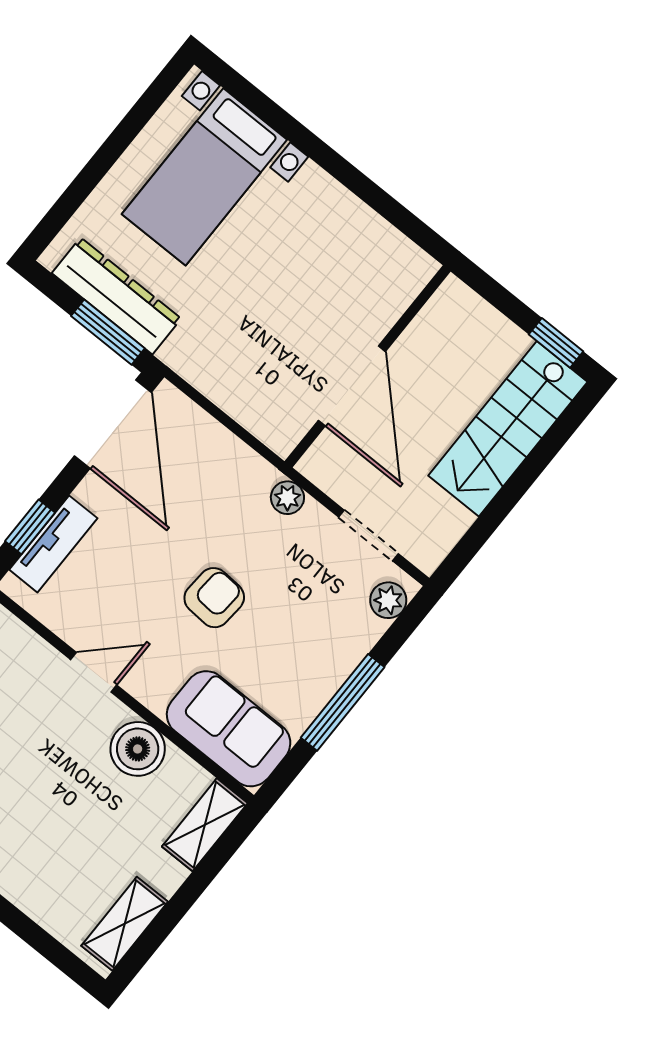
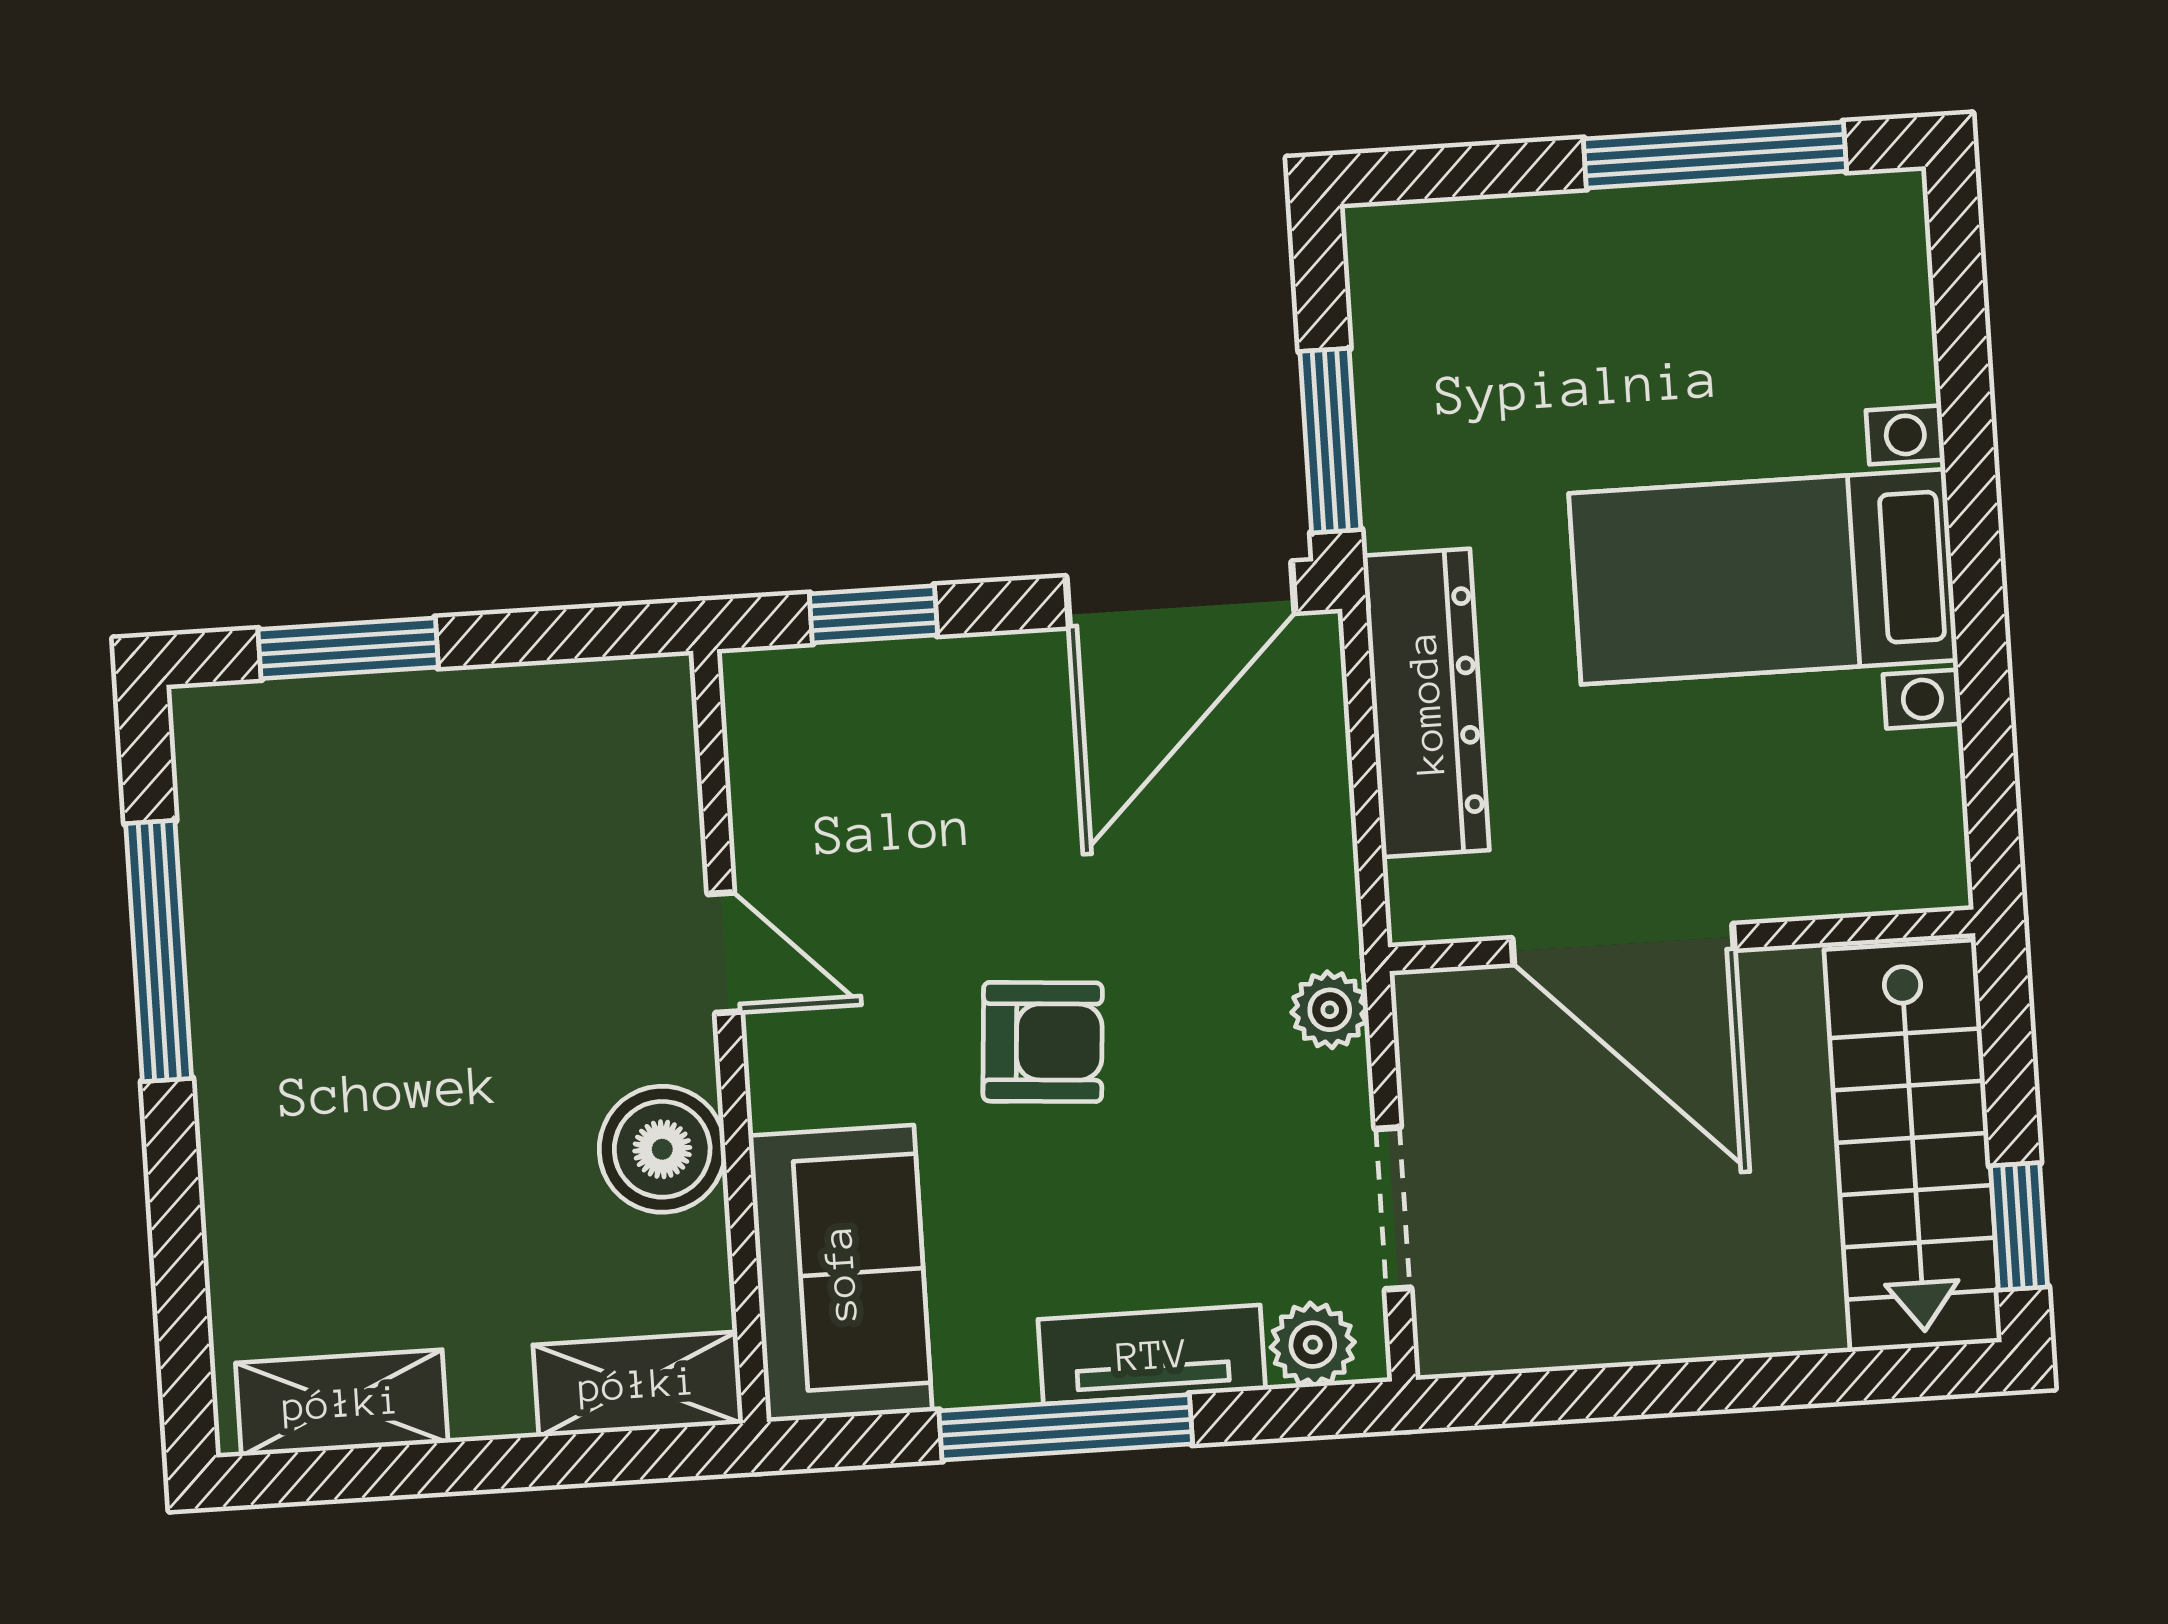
window: (129, 128) -> (1715, 155), added
bed with nightstands: (204, 177) -> (1763, 577), moved
dresser: (116, 296) -> (1426, 703), moved
door: (352, 386) -> (1623, 944), hinge flipped
stairs: (508, 429) -> (1913, 1146), moved, turned -90
tv unit: (53, 544) -> (1152, 1355), moved, turned 180

